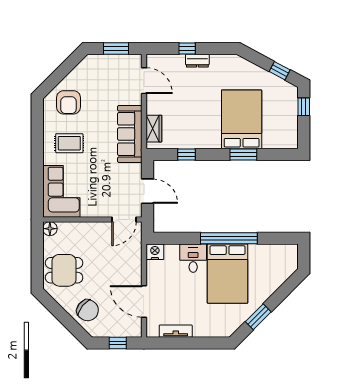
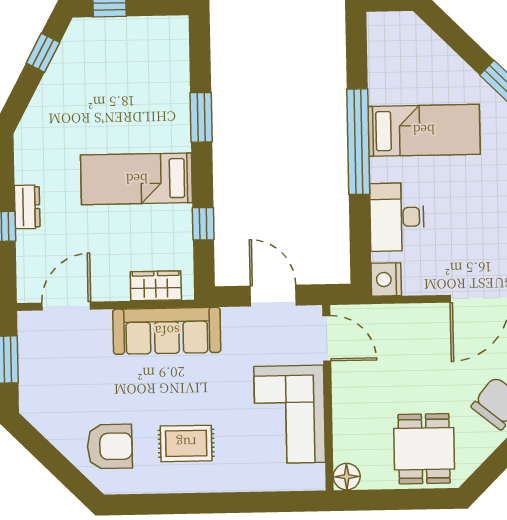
bed: (242, 119) -> (137, 179), moved, width x0.67
rug: (69, 143) -> (186, 443), turned 90
corner sofa: (61, 191) -> (290, 414), moved, turned -90
door: (147, 191) -> (273, 296), hinge flipped
desk: (193, 258) -> (397, 217), width x1.37
bed: (228, 274) -> (424, 130), width x0.67

